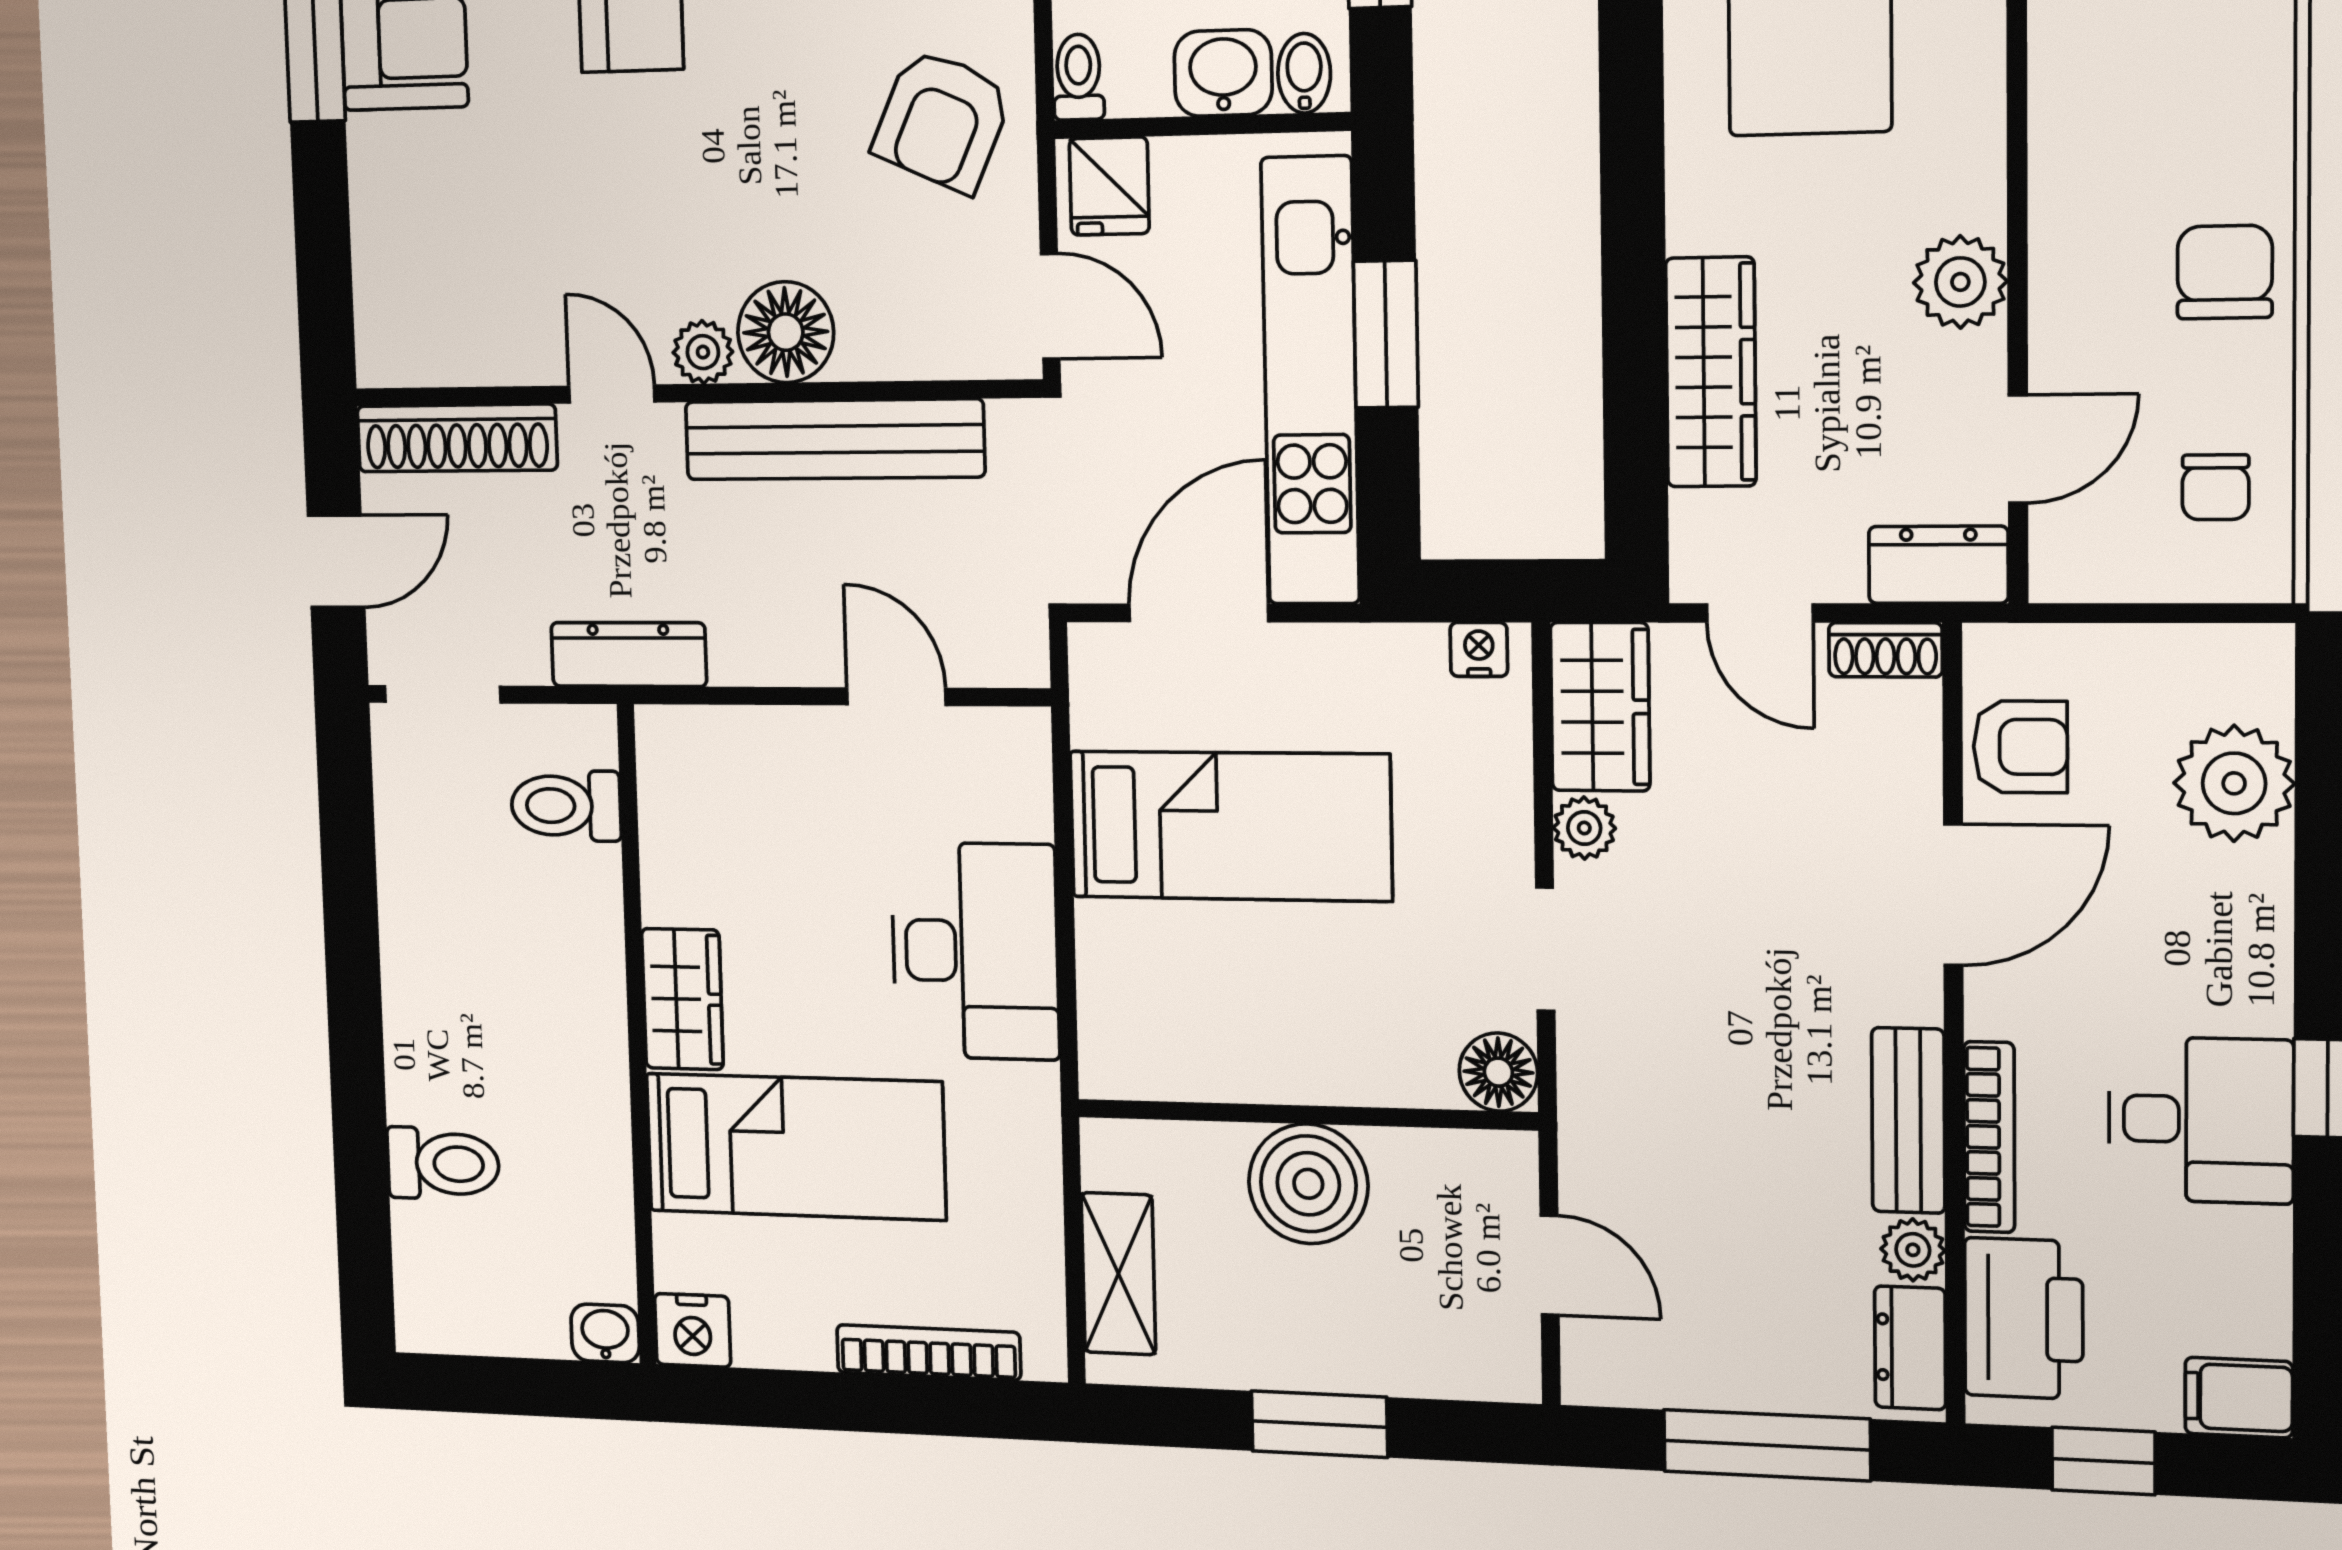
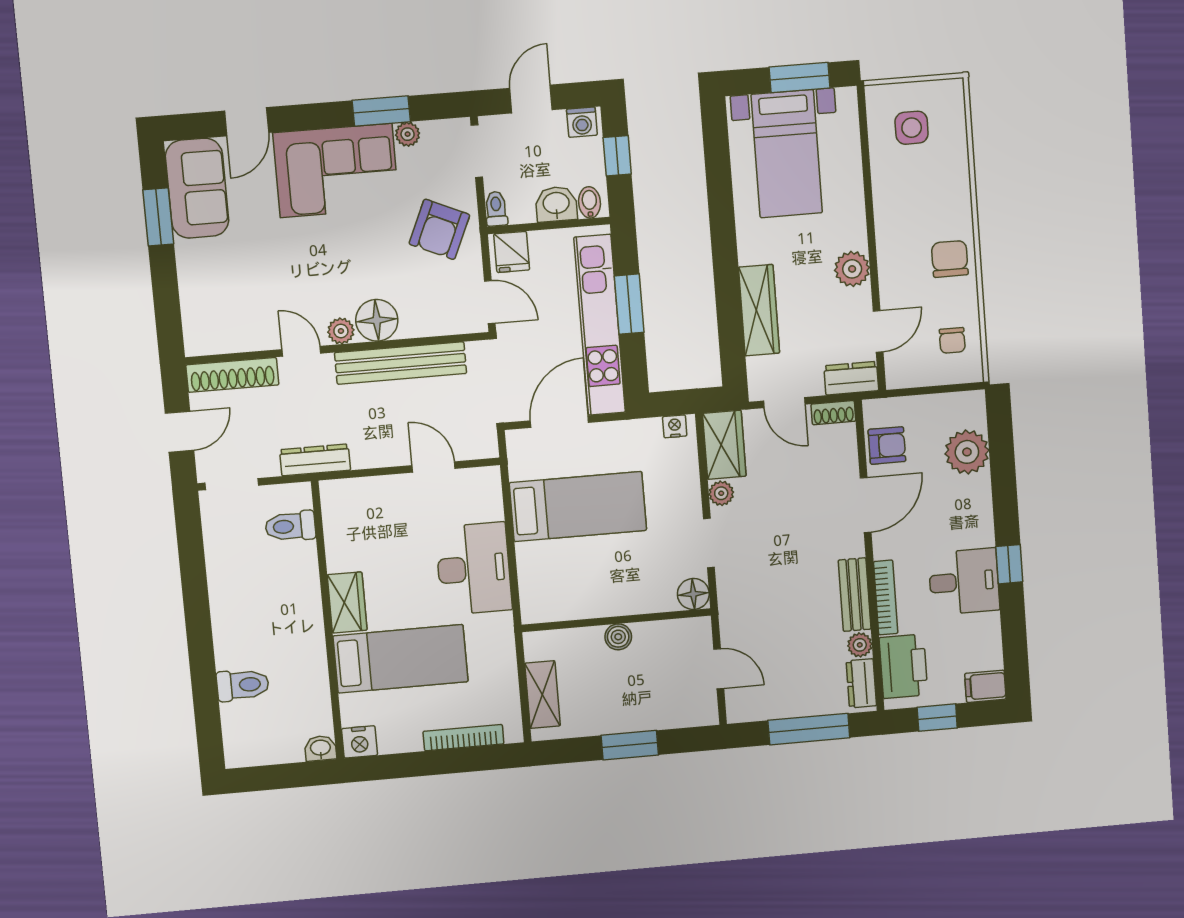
boiler: (1308, 1184) -> (618, 637), width x0.54, depth x0.54

